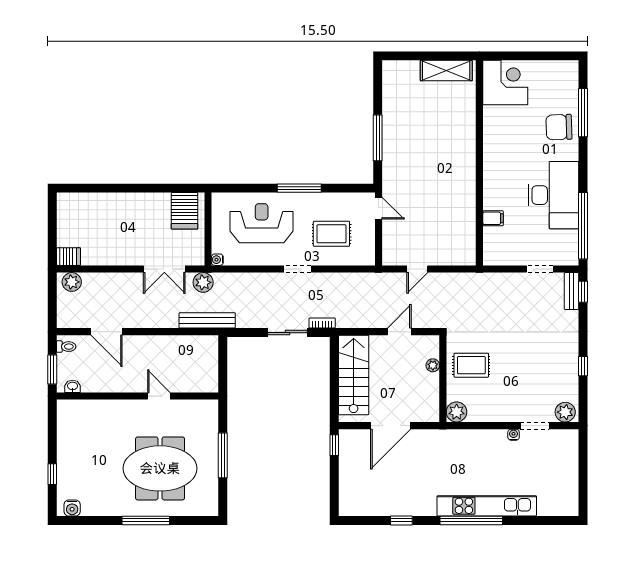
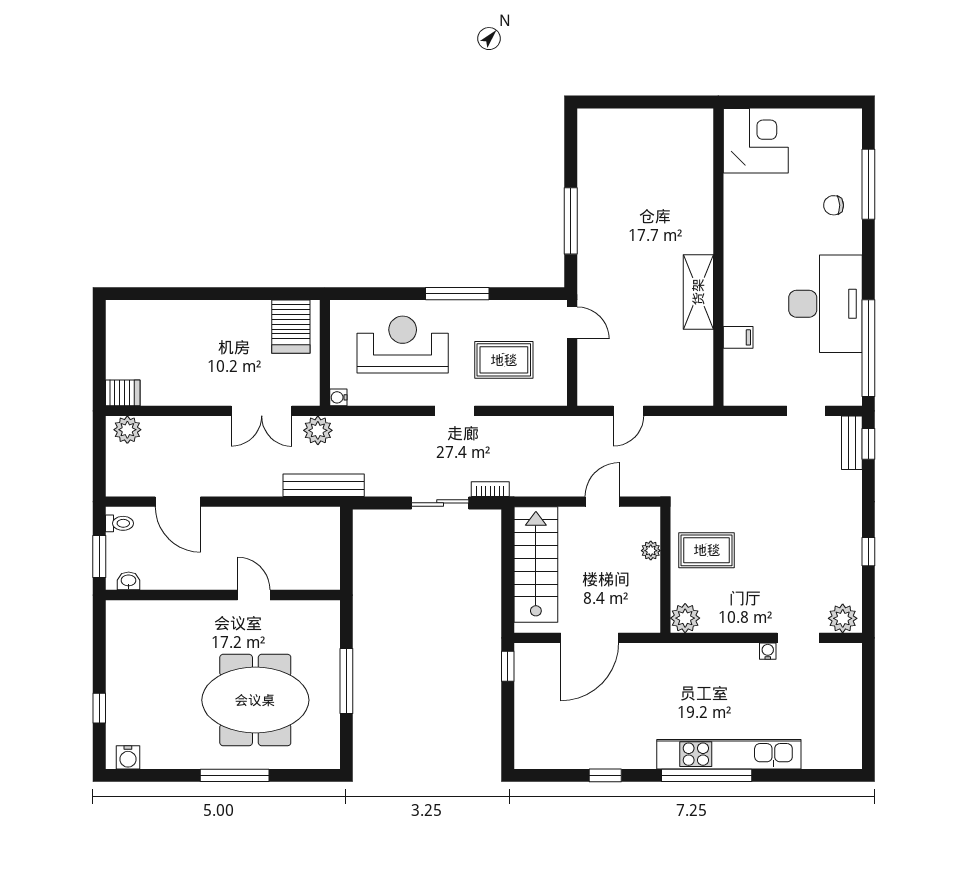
shelving: (446, 71) -> (698, 292), moved, turned 90
chair: (559, 127) -> (834, 205), width x0.54, depth x0.54

